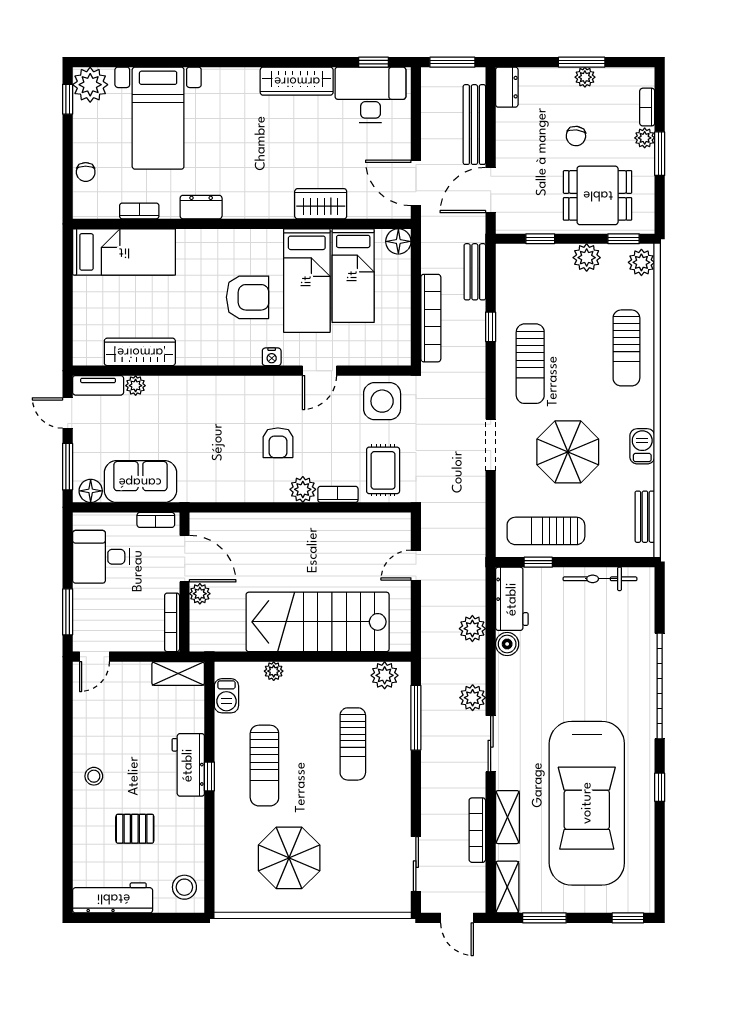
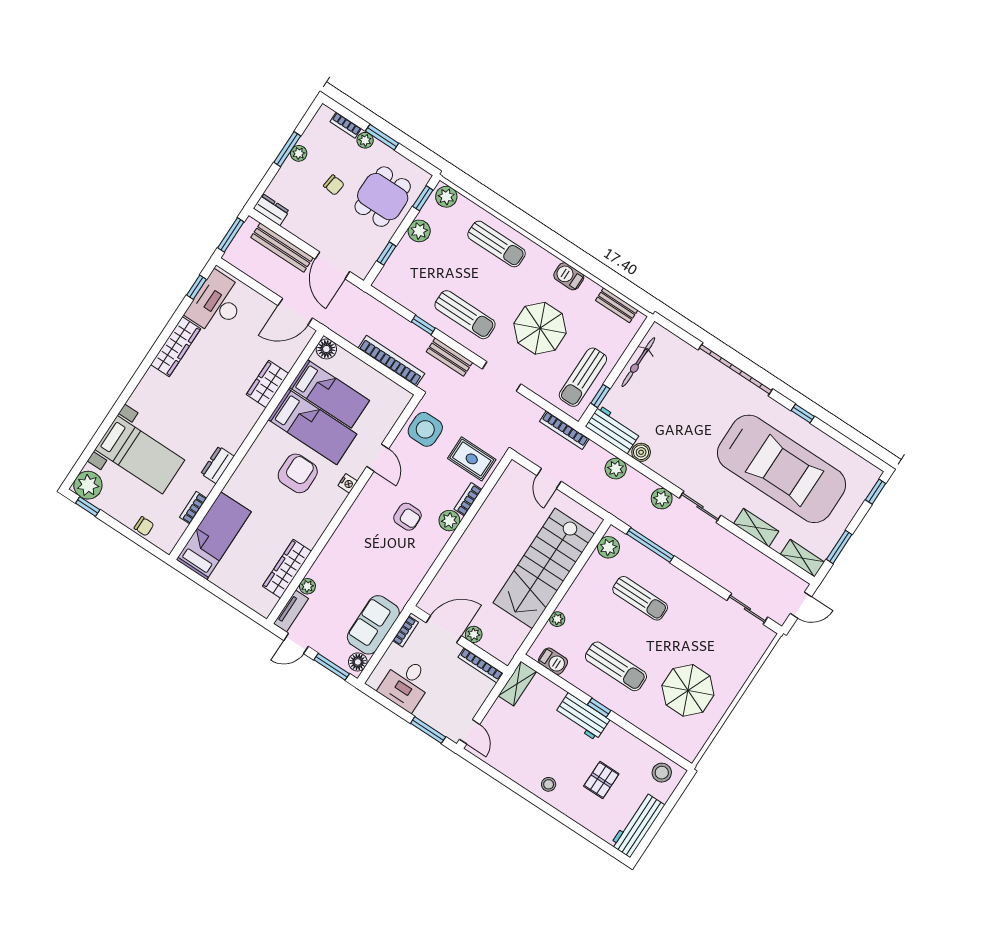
bench: (475, 272) -> (449, 357), moved
bookcase: (477, 830) -> (564, 430), moved

